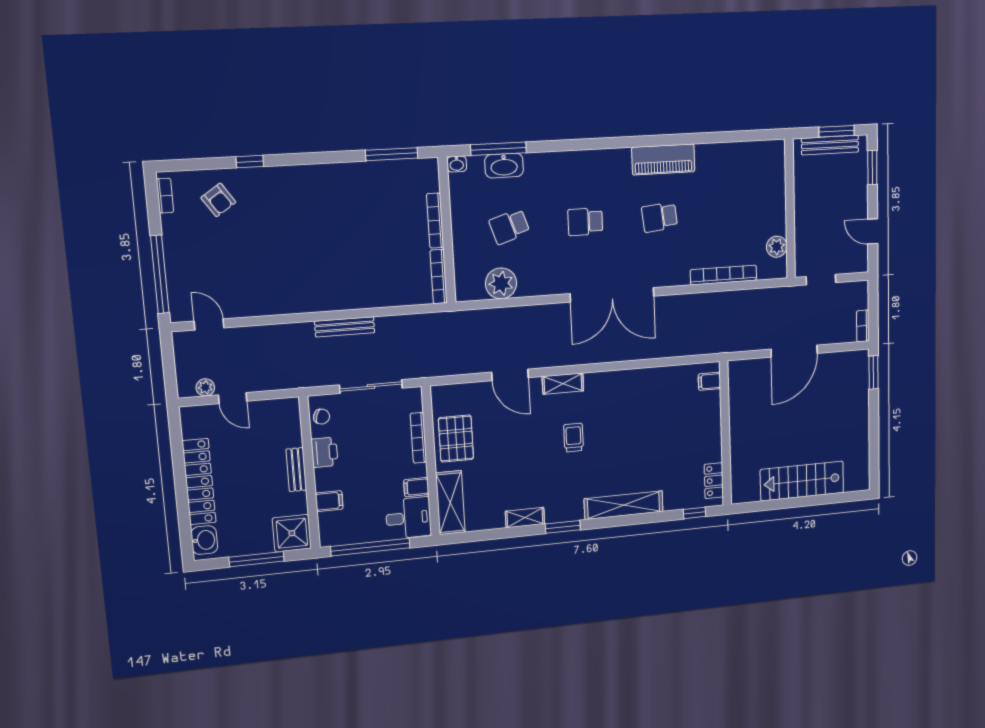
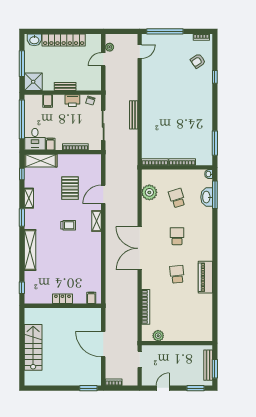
pallet: (456, 439) -> (70, 188), moved, turned 90
locker: (714, 481) -> (62, 299), moved
window: (479, 536) -> (22, 174), added

